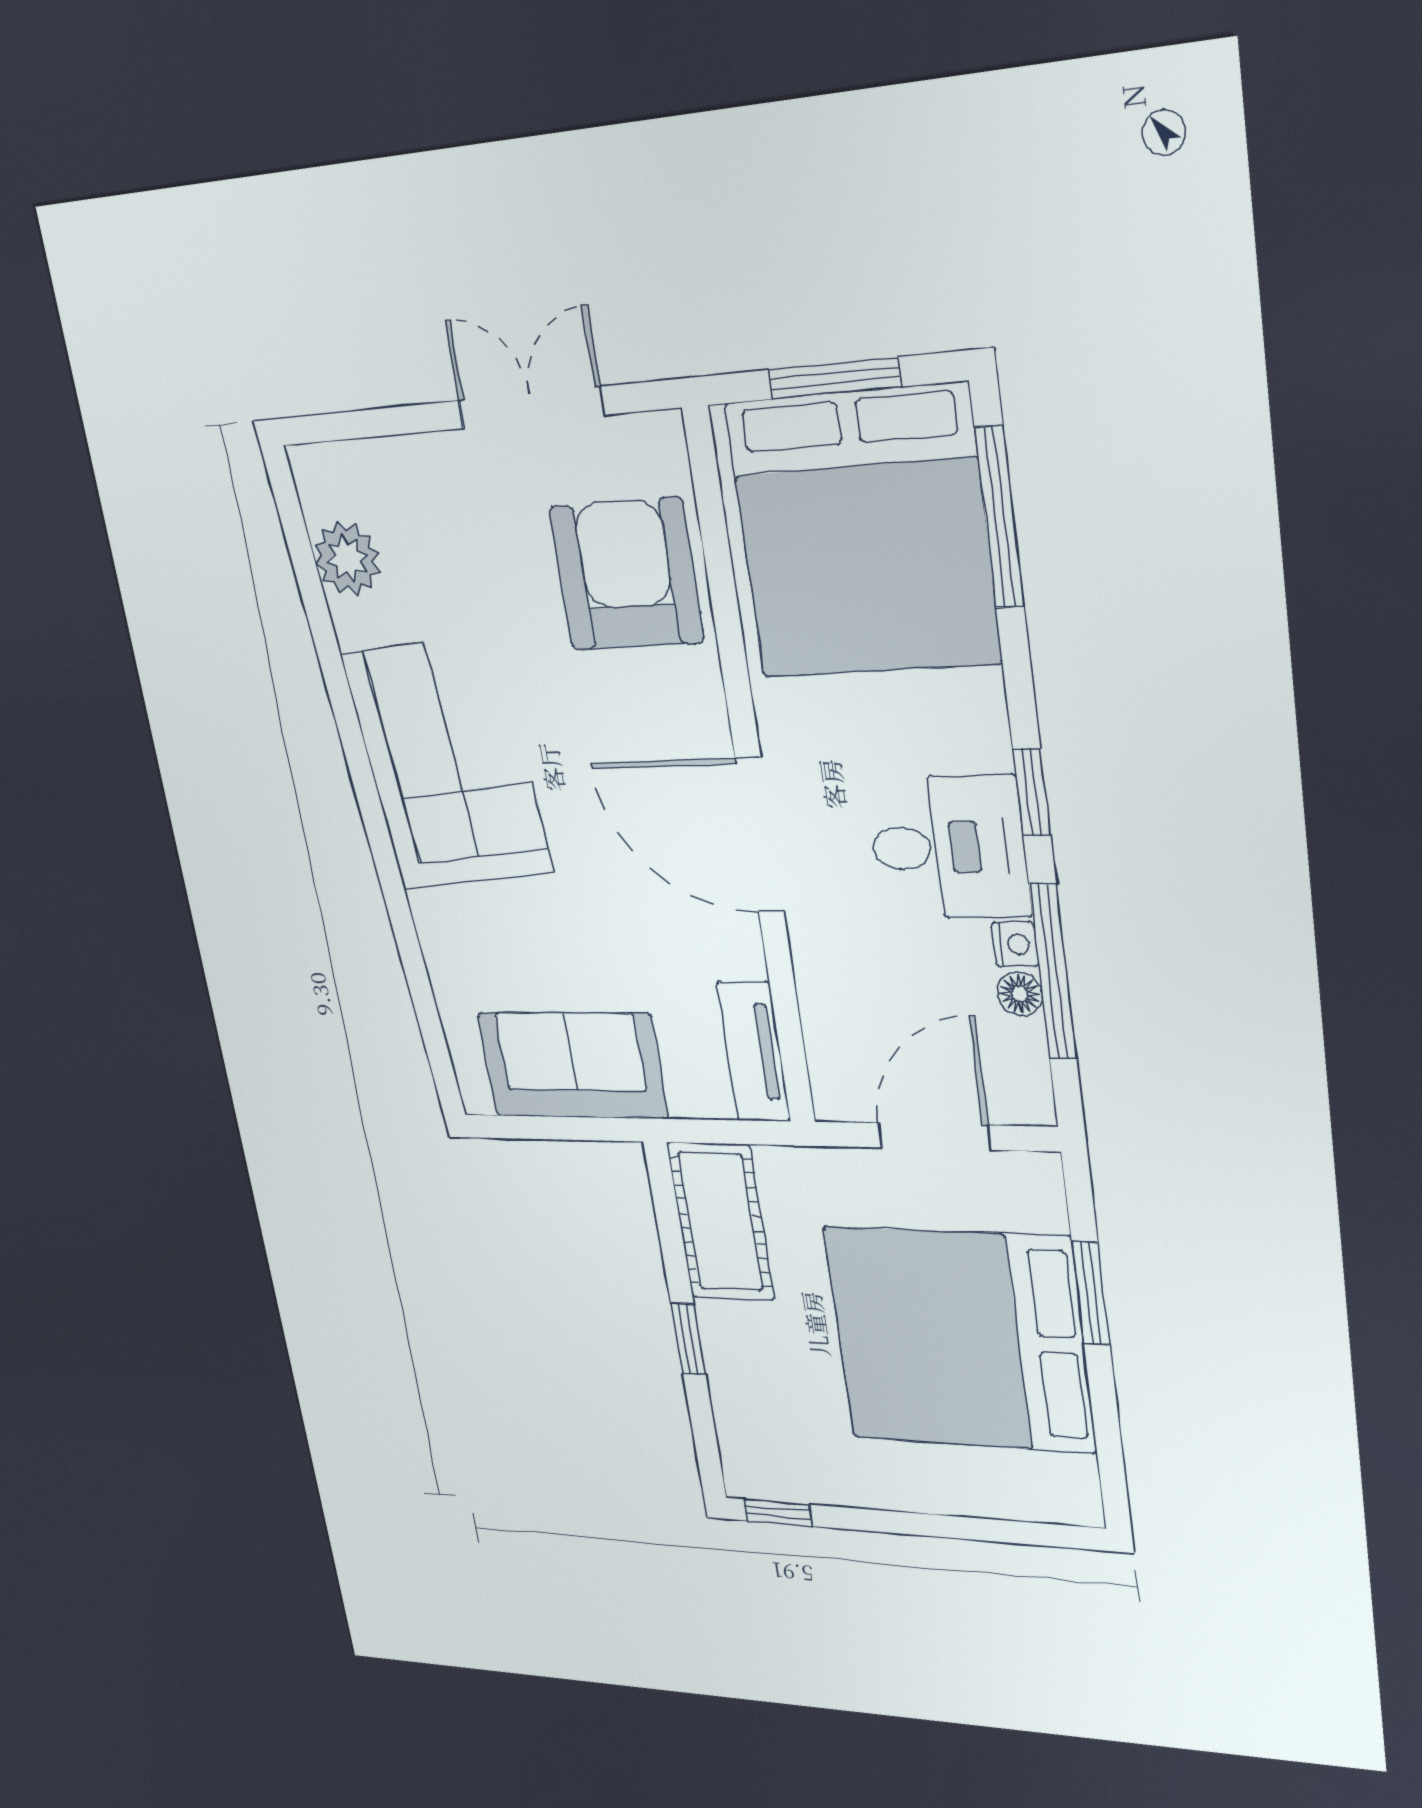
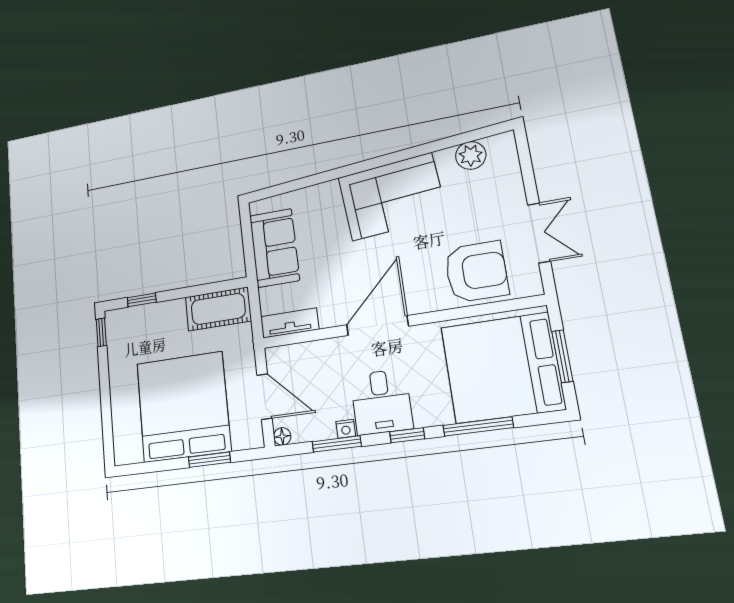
window: (999, 518) -> (478, 426), moved
window: (1053, 972) -> (337, 444), width x0.69
floor lamp: (1020, 994) -> (282, 436), moved
window: (688, 1339) -> (142, 300), moved

